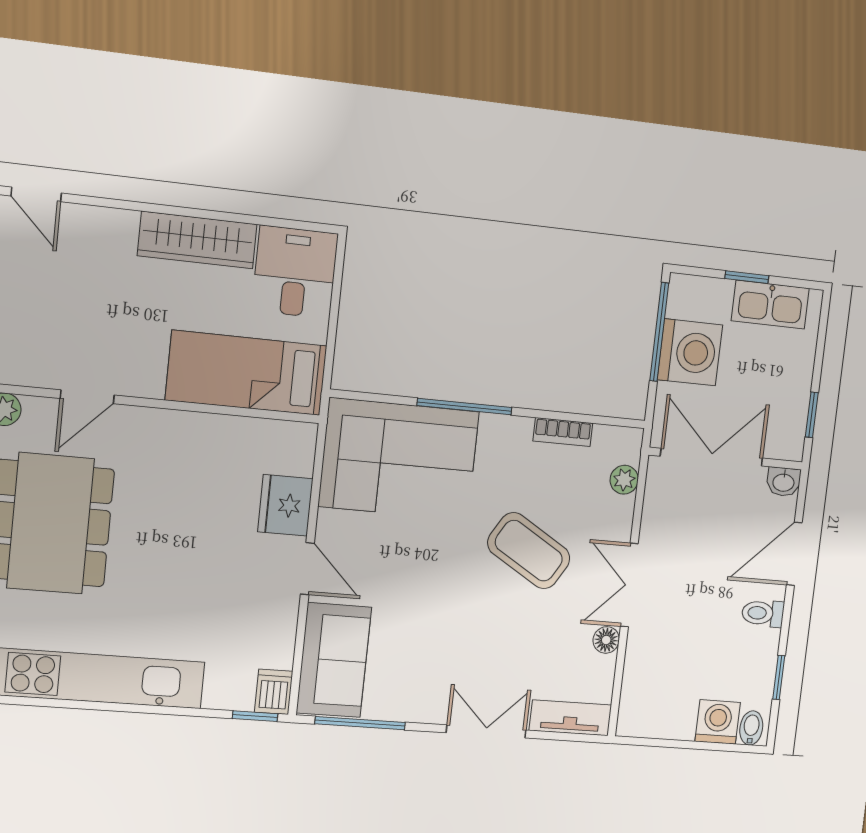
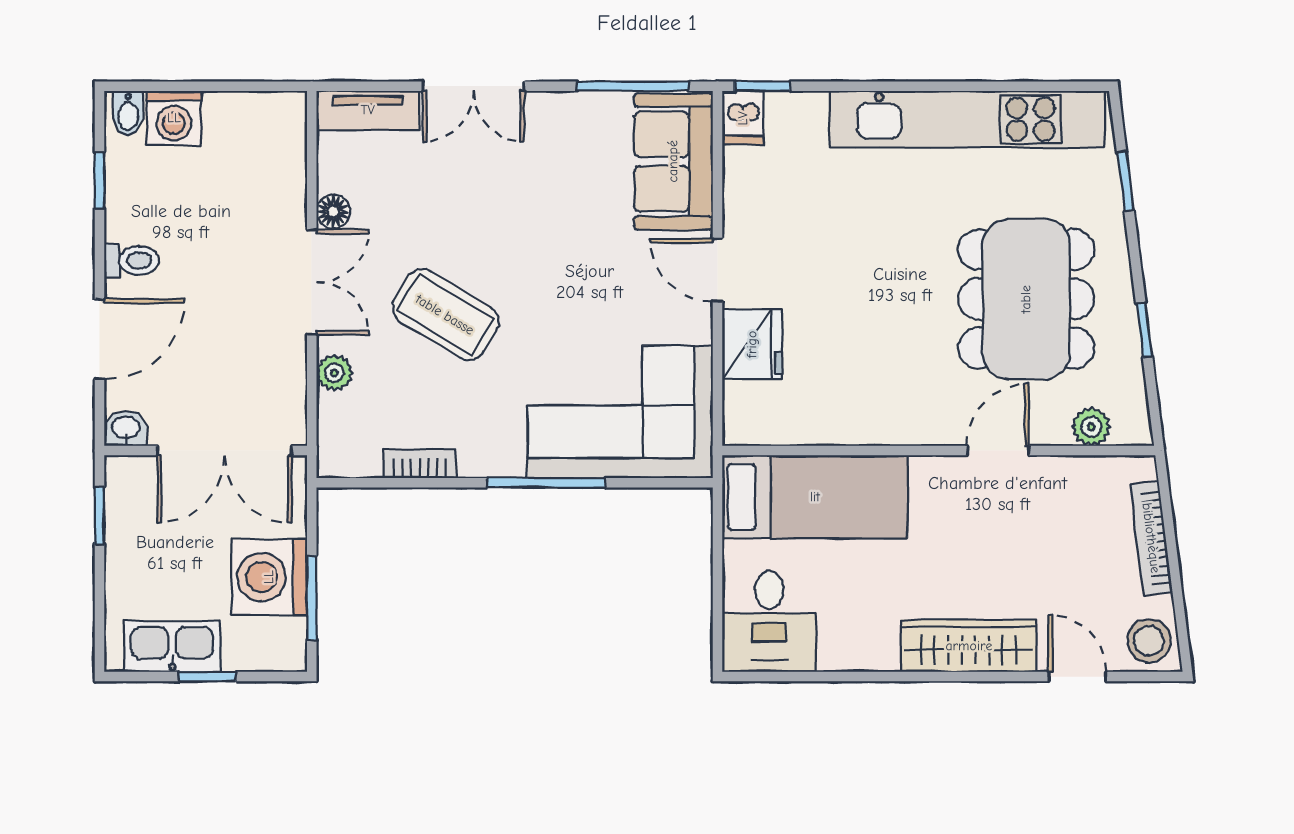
wardrobe: (197, 240) -> (969, 646), moved
window: (659, 332) -> (312, 598), width x0.69
plant: (624, 480) -> (334, 373), moved

